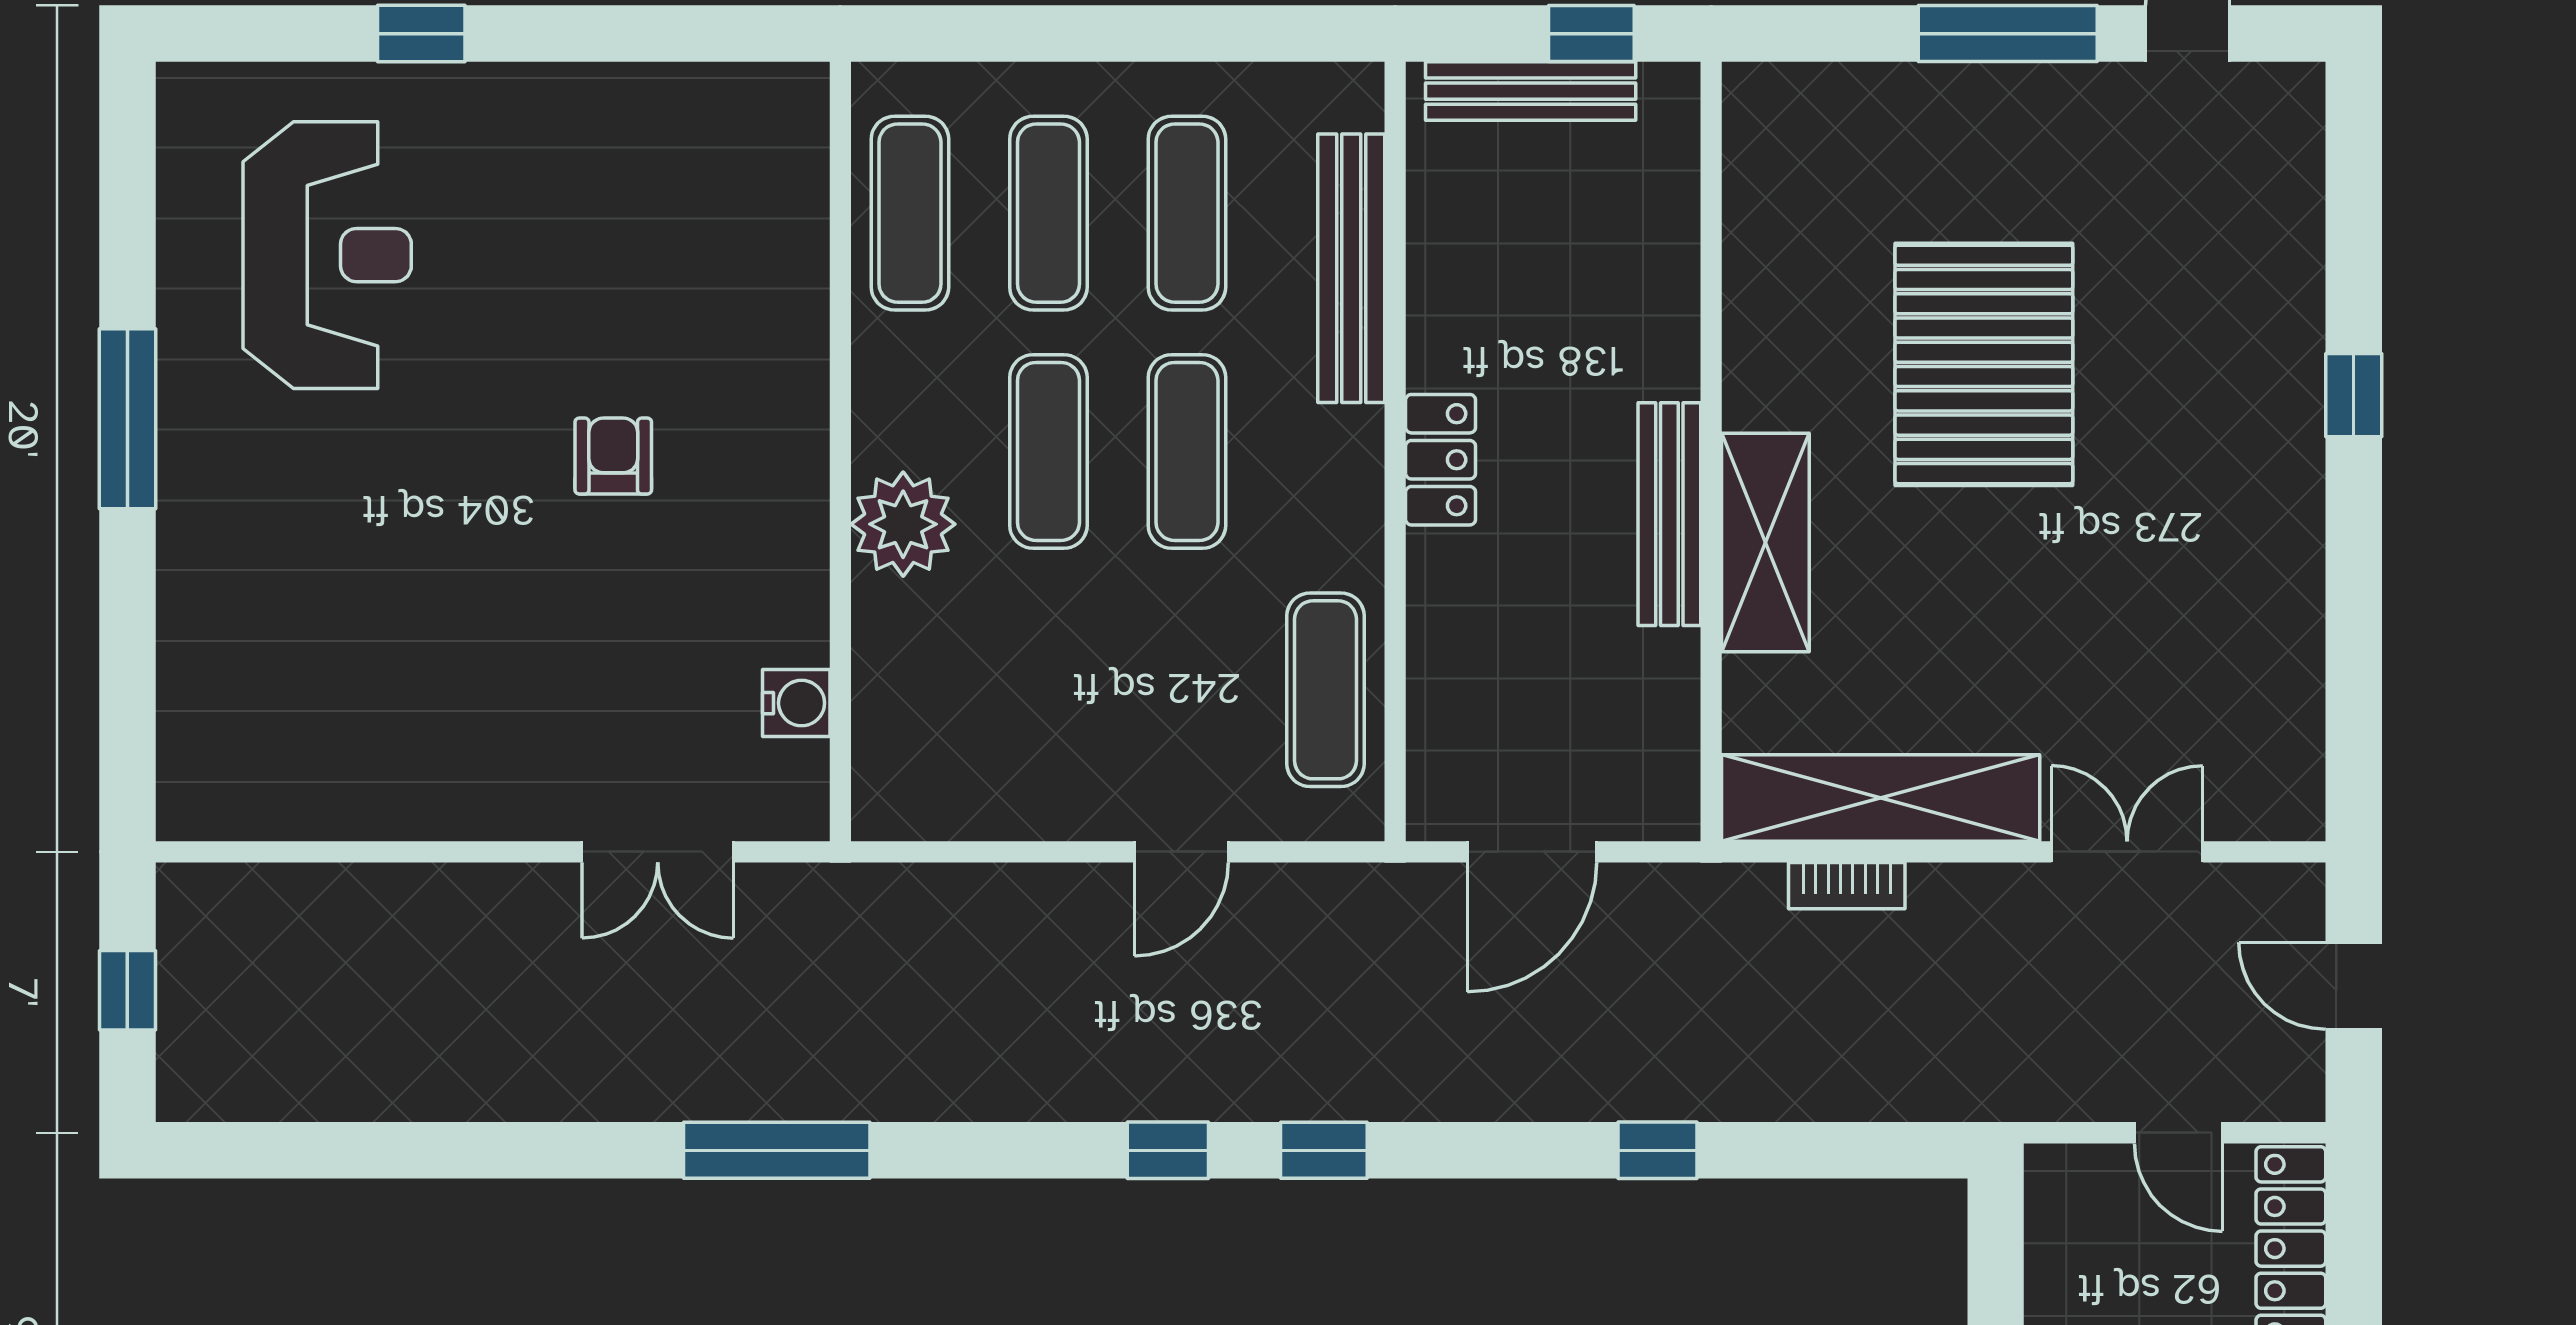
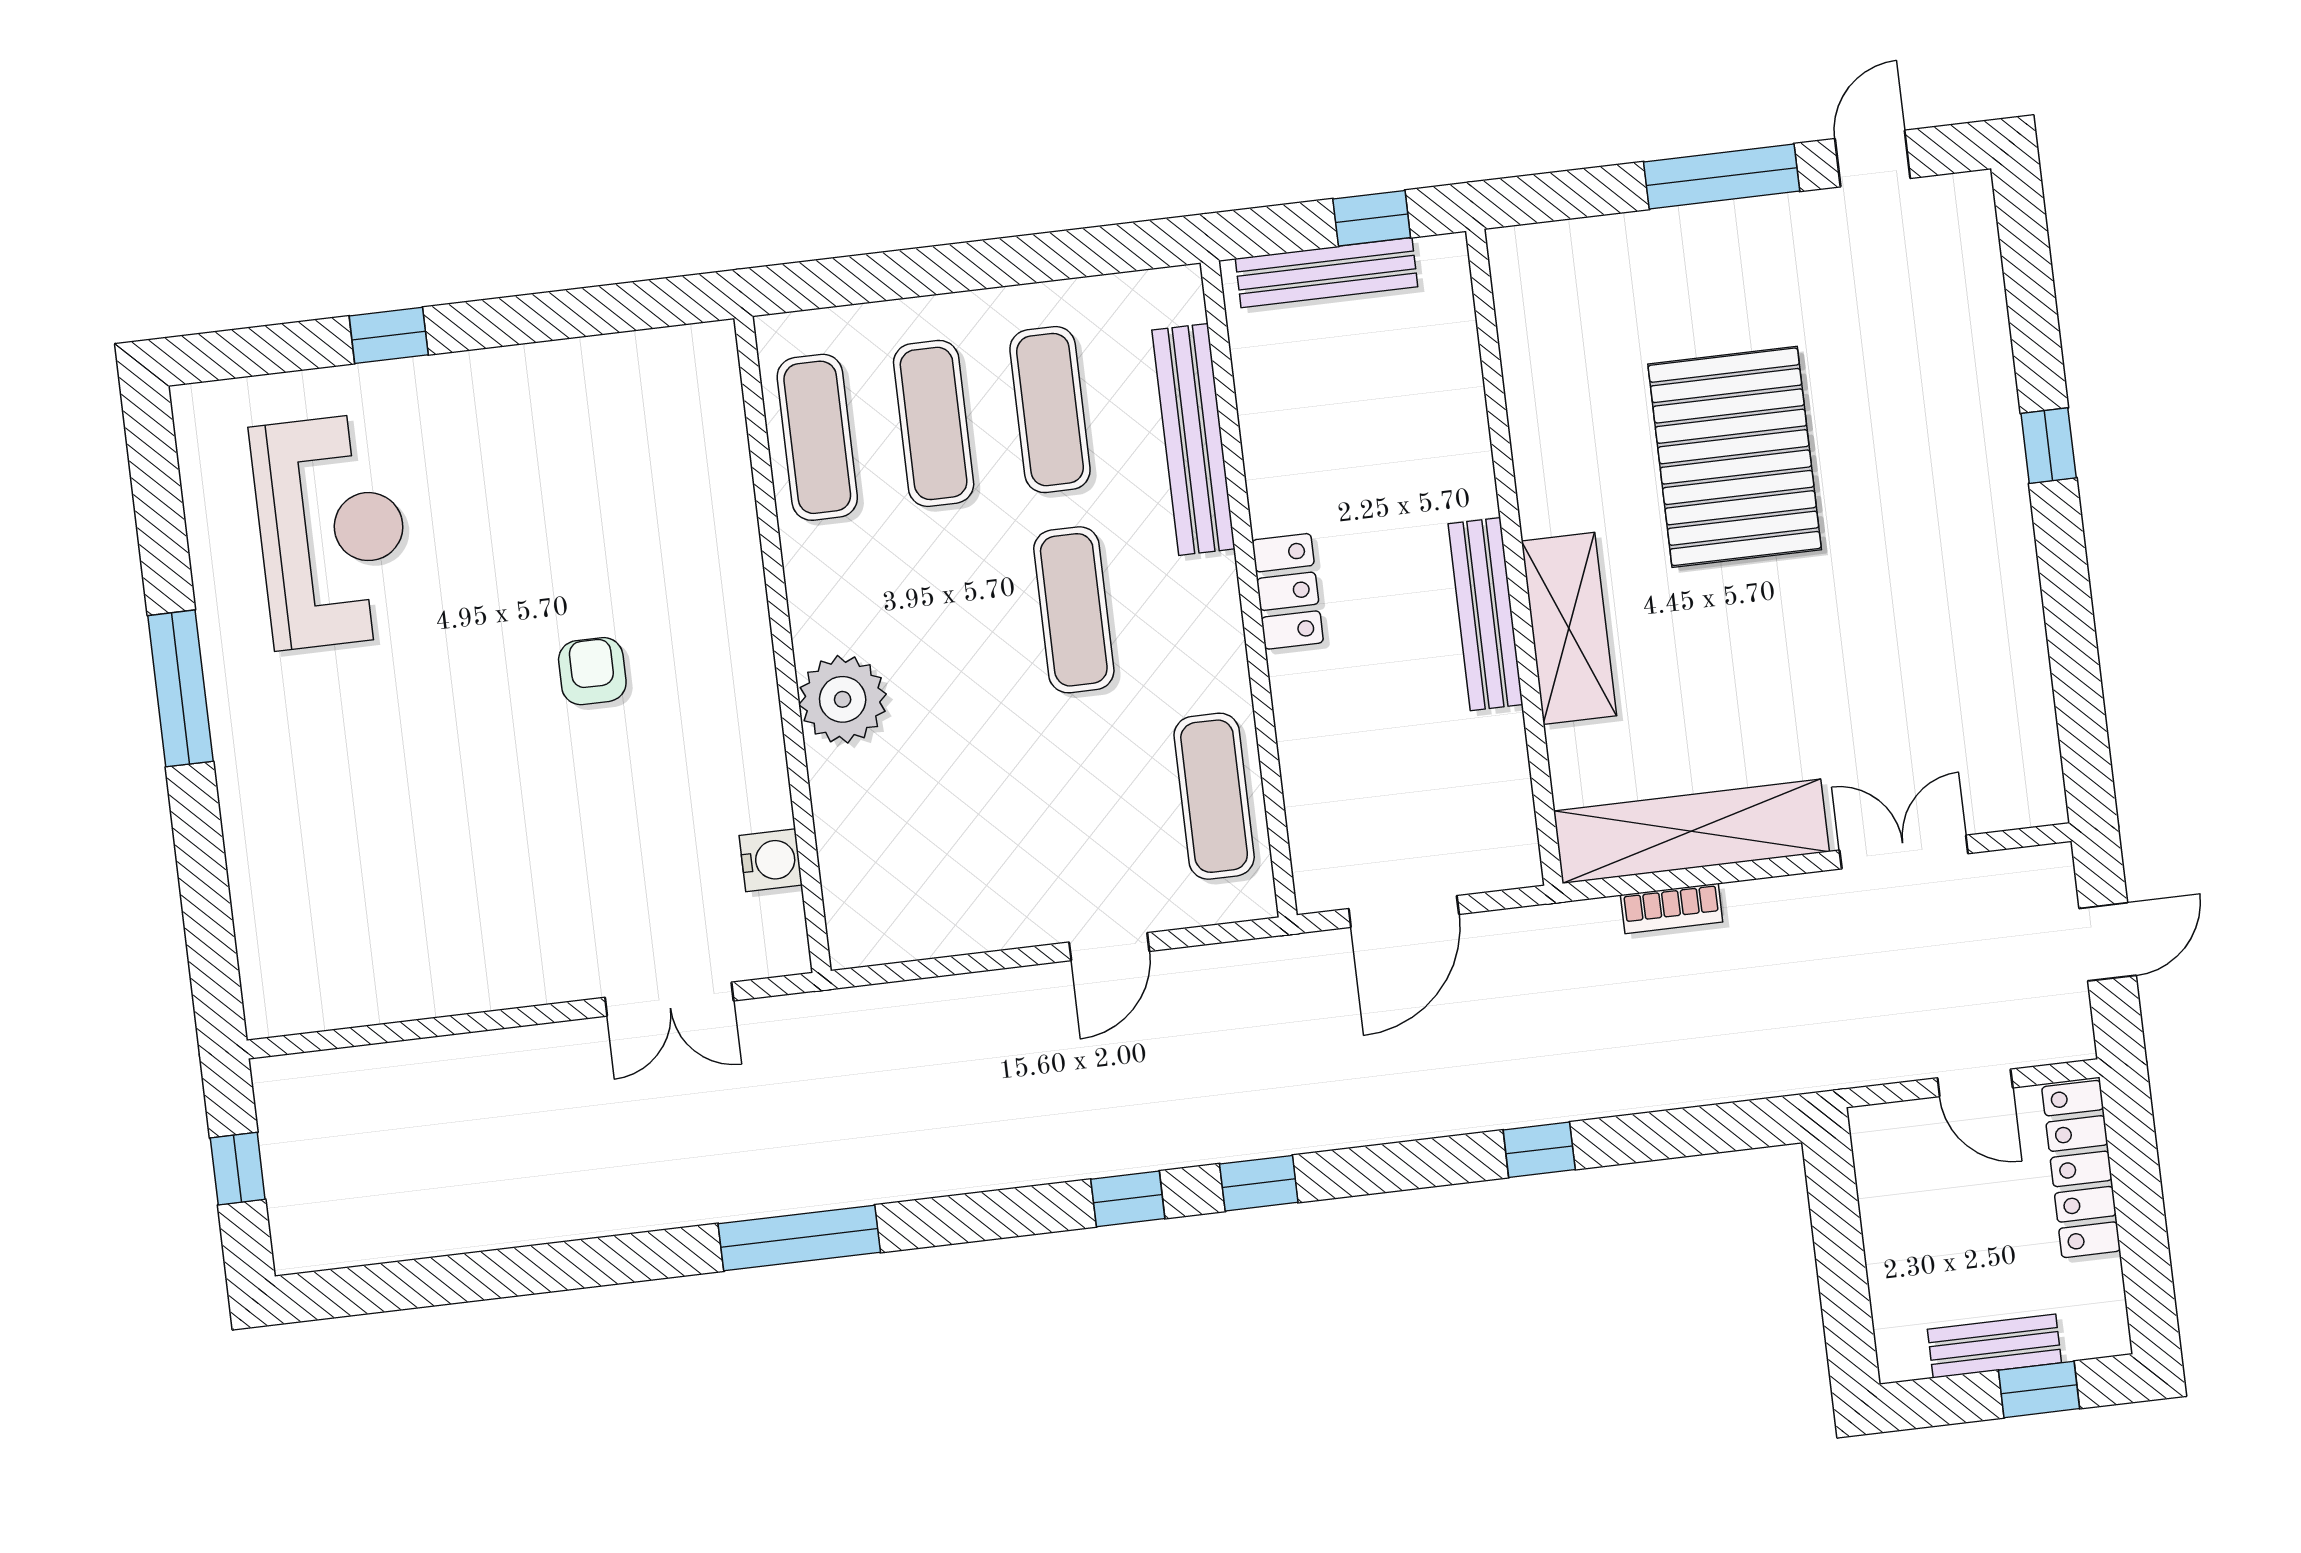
exercise mat: (1048, 451) -> (957, 624), removed
door: (2354, 986) -> (2108, 942), swing flipped

